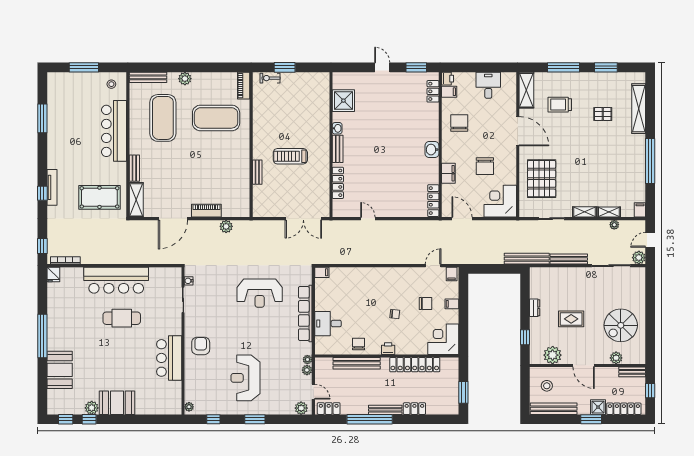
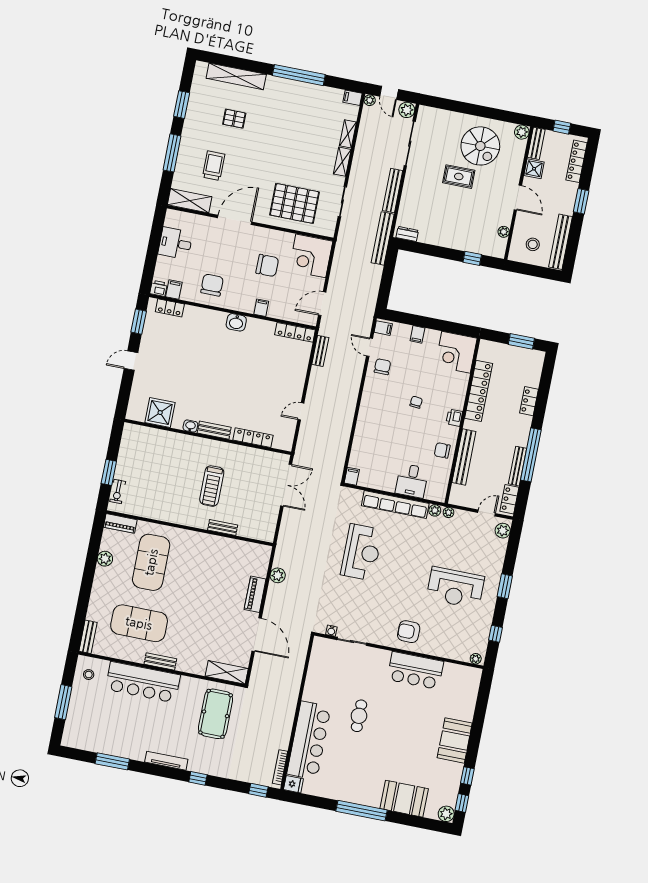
bench: (148, 77) -> (88, 637), width x0.73
plant: (185, 79) -> (105, 559), moved
trolley: (560, 105) -> (214, 166), turned 180
pallet: (603, 114) -> (234, 119), turned 90
chair: (459, 123) -> (212, 285), turned 90
bench: (134, 168) -> (160, 661), moved
filing cabinet: (448, 173) -> (261, 308), width x0.50
tv unit: (52, 187) -> (166, 761), moved
bench: (422, 225) -> (320, 351), added
plant: (614, 225) -> (370, 100), moved
bar counter: (116, 280) -> (309, 740), moved
chair: (425, 304) -> (382, 367), moved
dresser: (535, 308) -> (407, 234), moved
cafe table: (122, 318) -> (359, 716), width x0.73, depth x0.74
rug: (571, 319) -> (459, 177), moved, turned 90
plant: (553, 355) -> (504, 232), width x0.53, depth x0.53
plant: (616, 358) -> (522, 132), moved
door: (584, 365) -> (518, 198), hinge flipped
plant: (307, 370) -> (435, 510), moved
shower: (598, 407) -> (534, 169), moved
plant: (92, 408) -> (446, 814), moved
bench: (385, 410) -> (518, 466), moved

